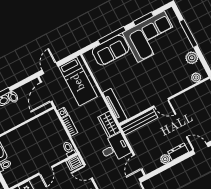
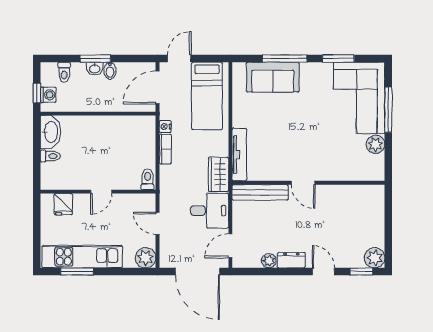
corner sofa: (151, 37) -> (359, 98), moved, turned 90
plant: (196, 78) -> (367, 174), removed
dishwasher: (74, 163) -> (145, 202), removed

